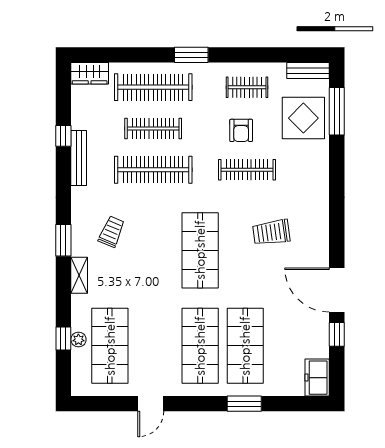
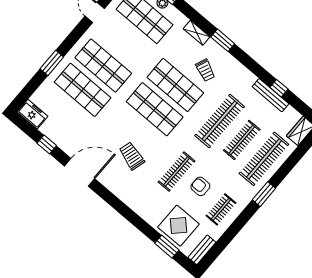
window: (337, 111) -> (167, 247), width x0.69
bench: (79, 158) -> (270, 95), moved
trolley: (271, 232) -> (132, 156), turned -66
shop shelf: (155, 250) -> (175, 85), added
door: (337, 290) -> (80, 172), moved

